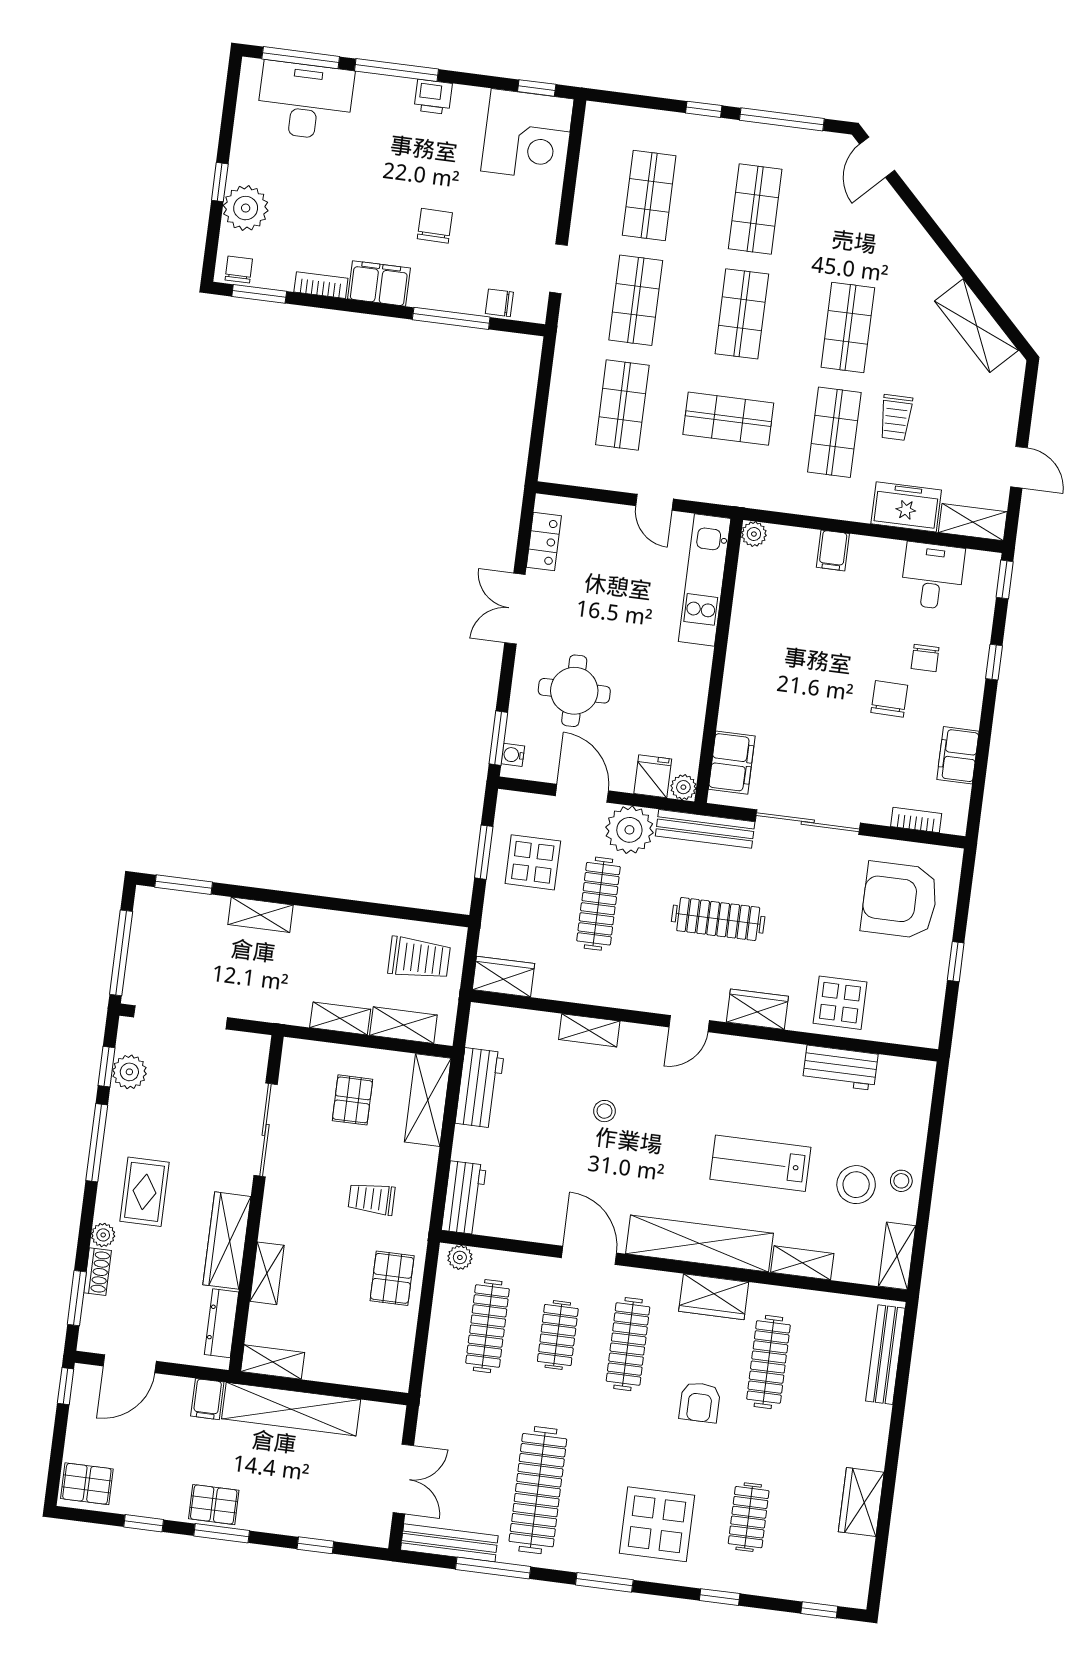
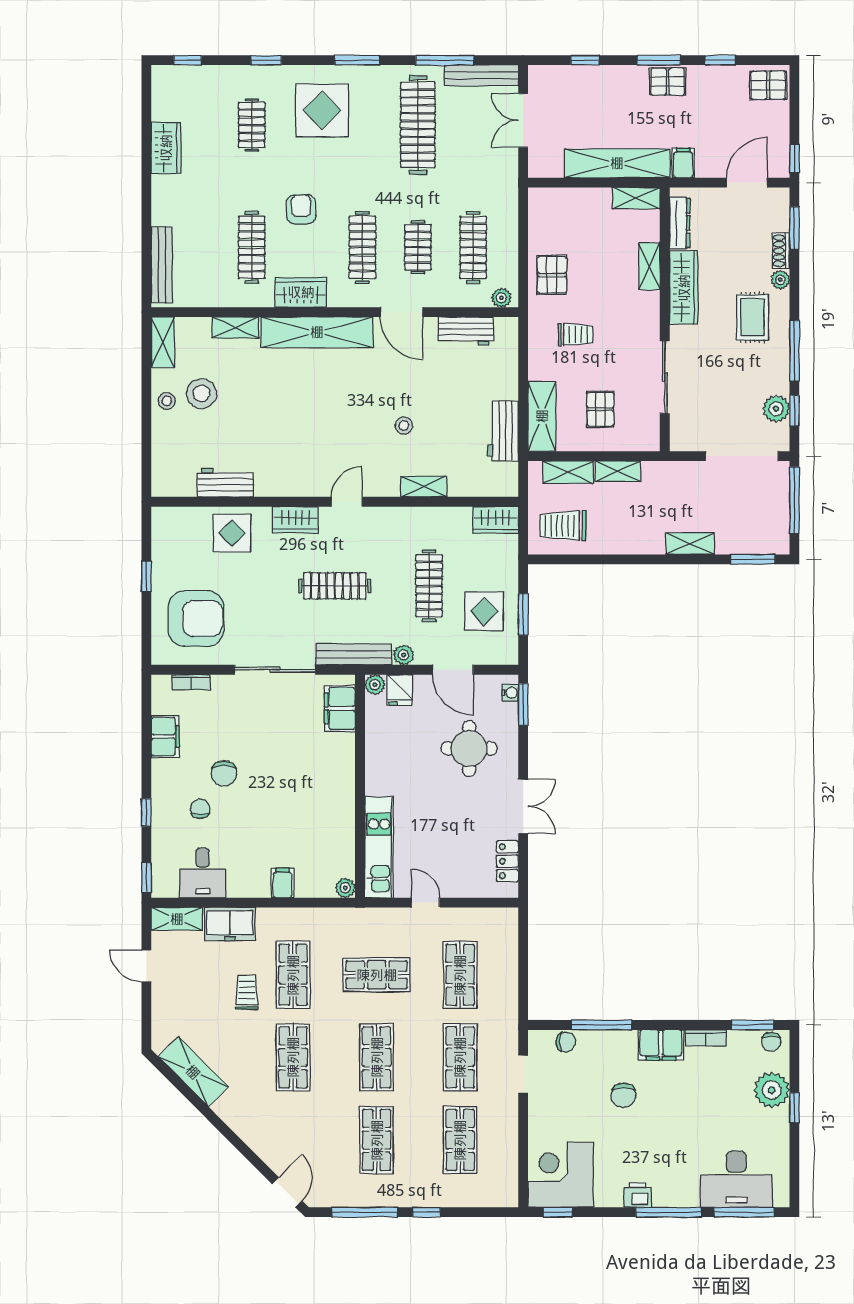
plant: (629, 830) -> (404, 655), width x0.53, depth x0.53
lab bench: (760, 1163) -> (278, 401), removed
workbench: (464, 1198) -> (466, 331), moved, turned -90

